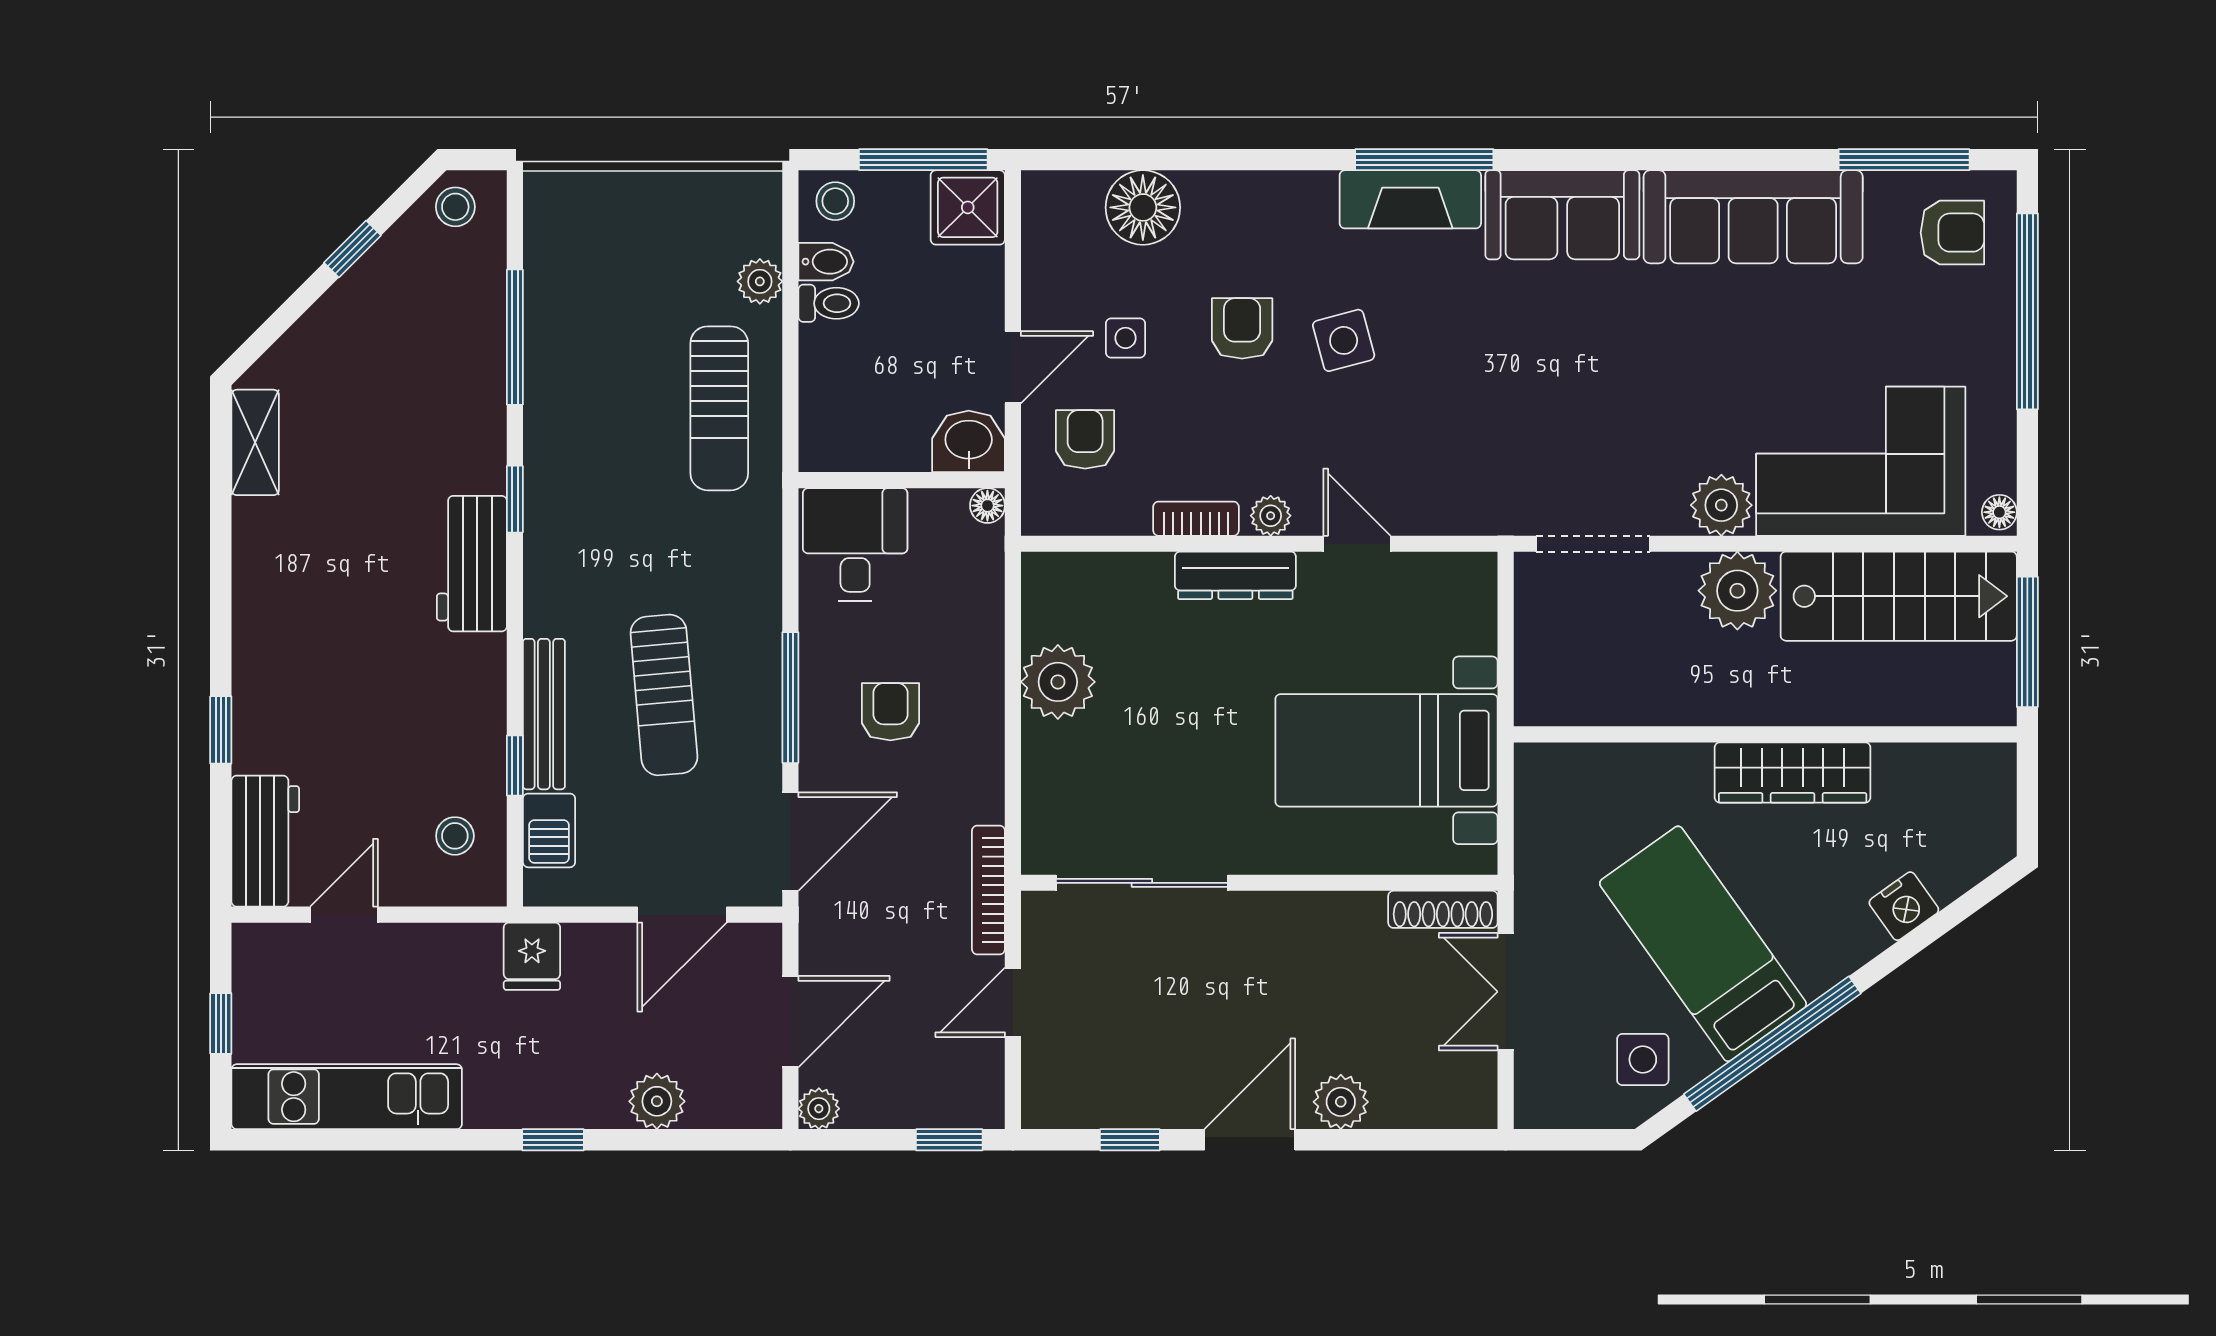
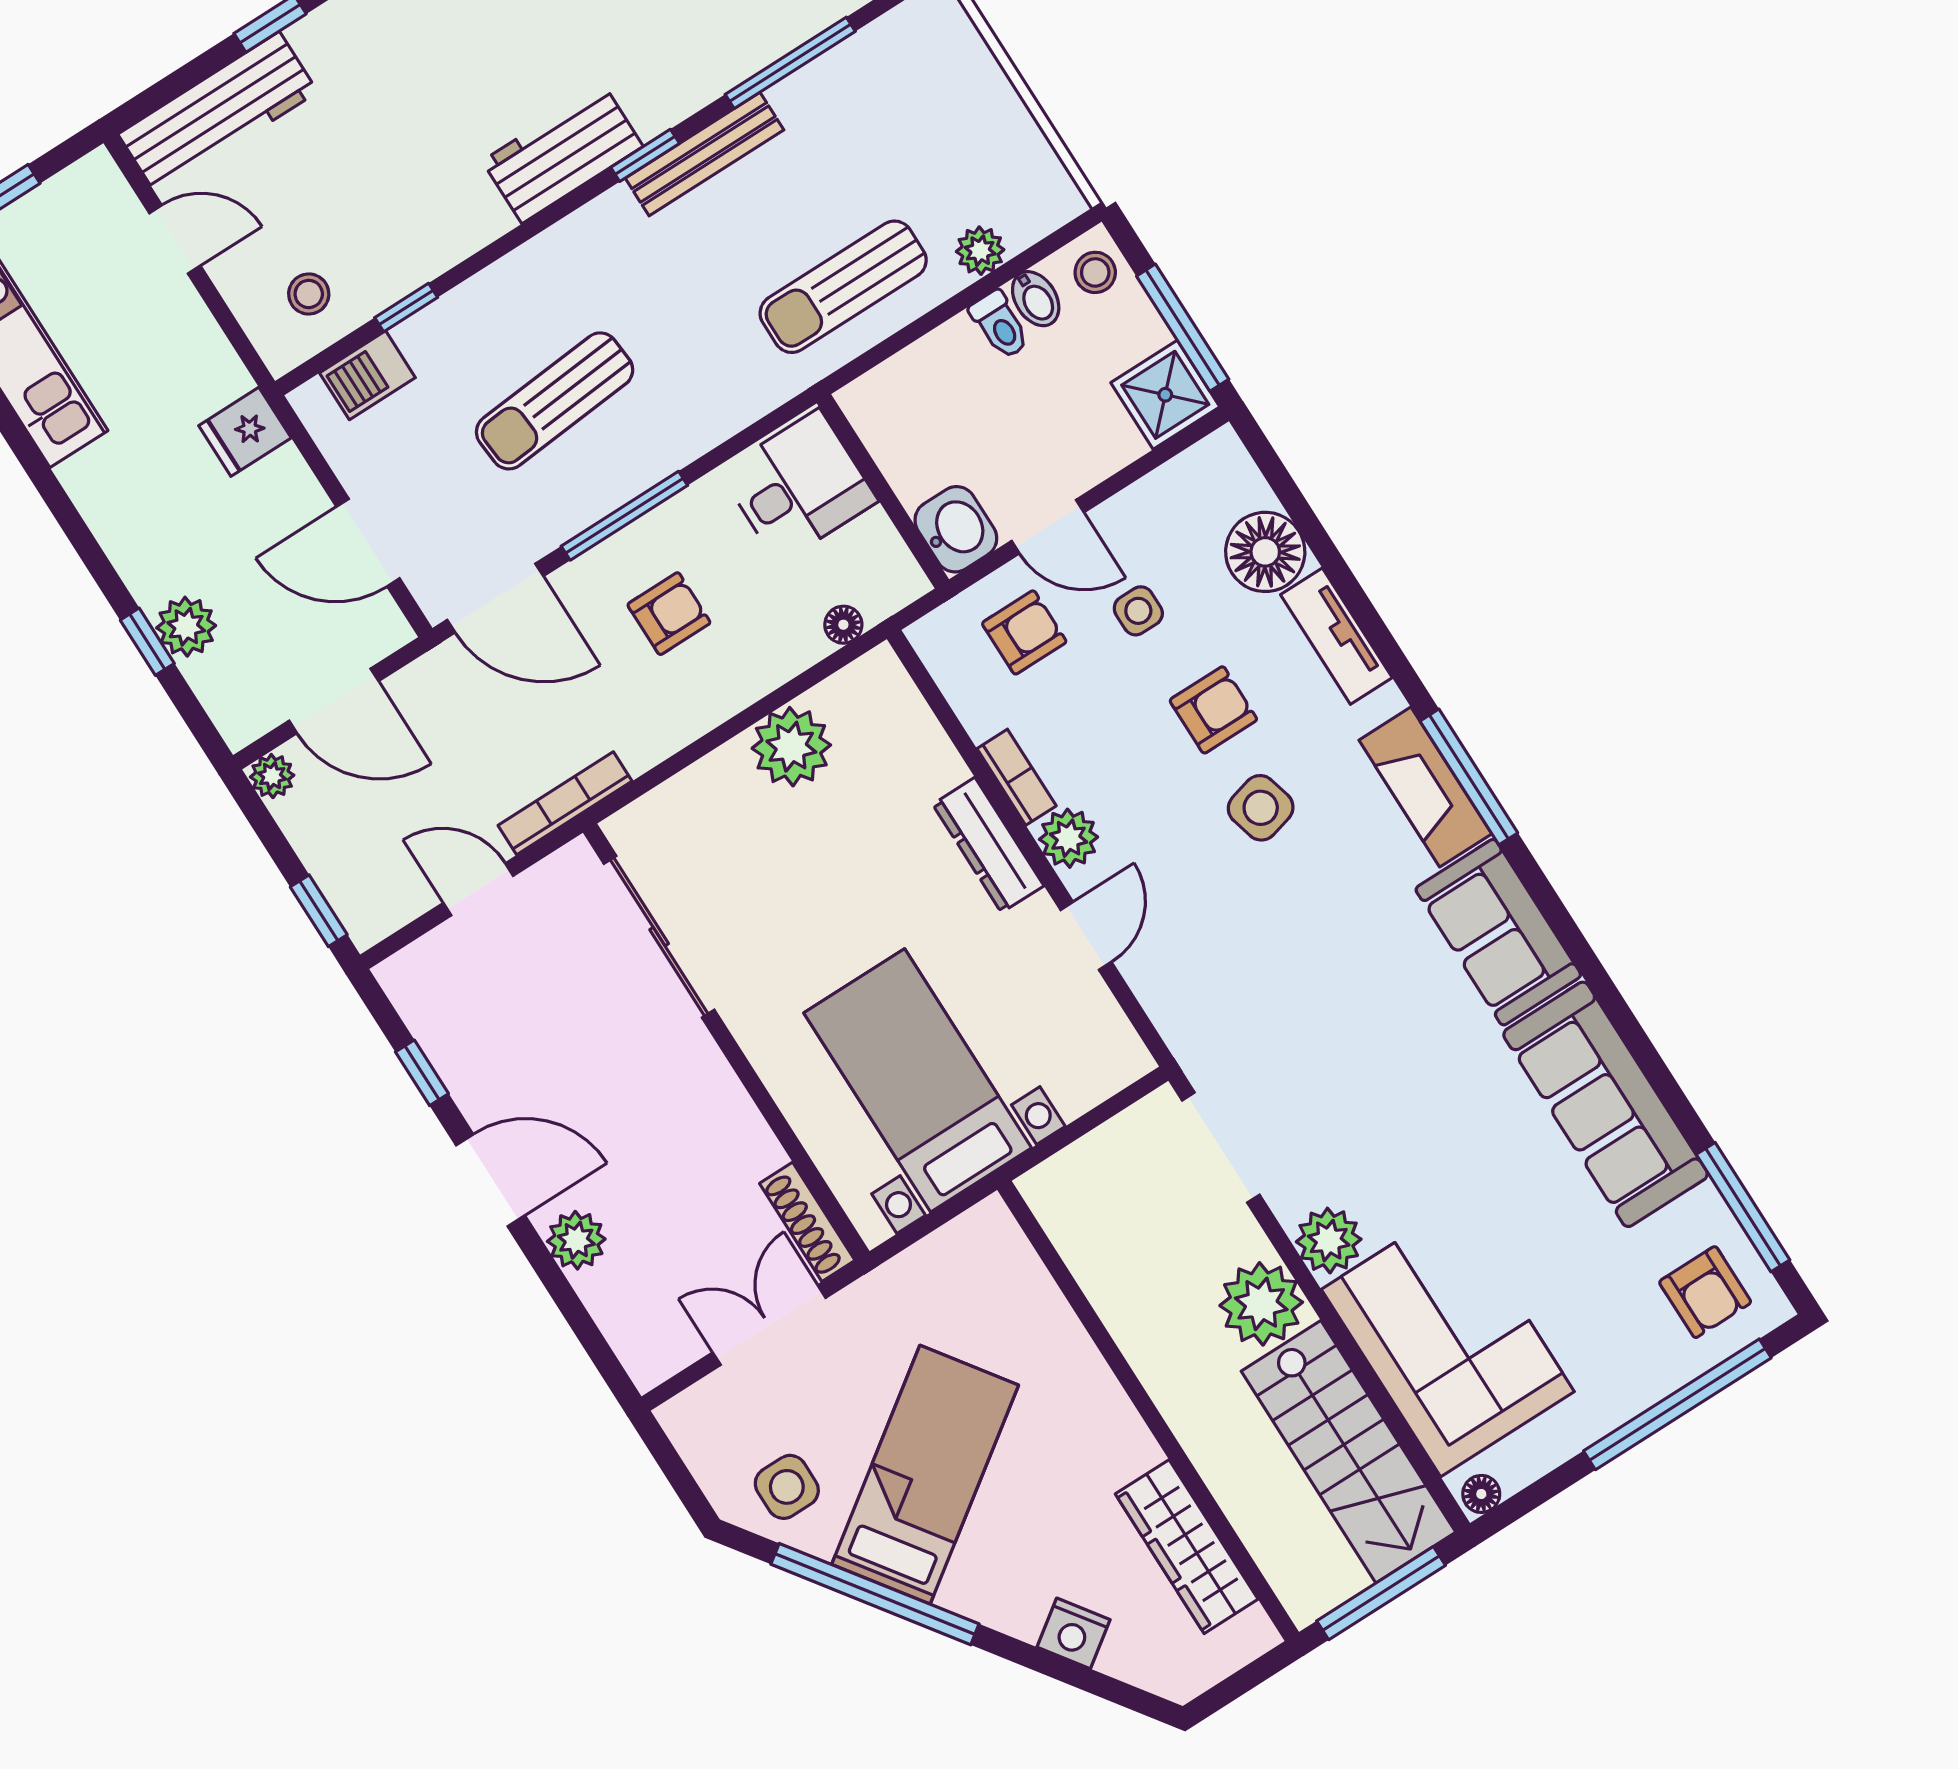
tv unit: (1246, 194) -> (1336, 636), added
floor lamp: (987, 506) -> (843, 625), moved
plant: (1271, 516) -> (1069, 838), width x1.38, depth x1.38
bench: (544, 714) -> (704, 154), moved
wardrobe: (1793, 773) -> (1187, 1547), moved
workbench: (265, 841) -> (218, 113), width x1.38
window: (553, 1140) -> (147, 642), moved

